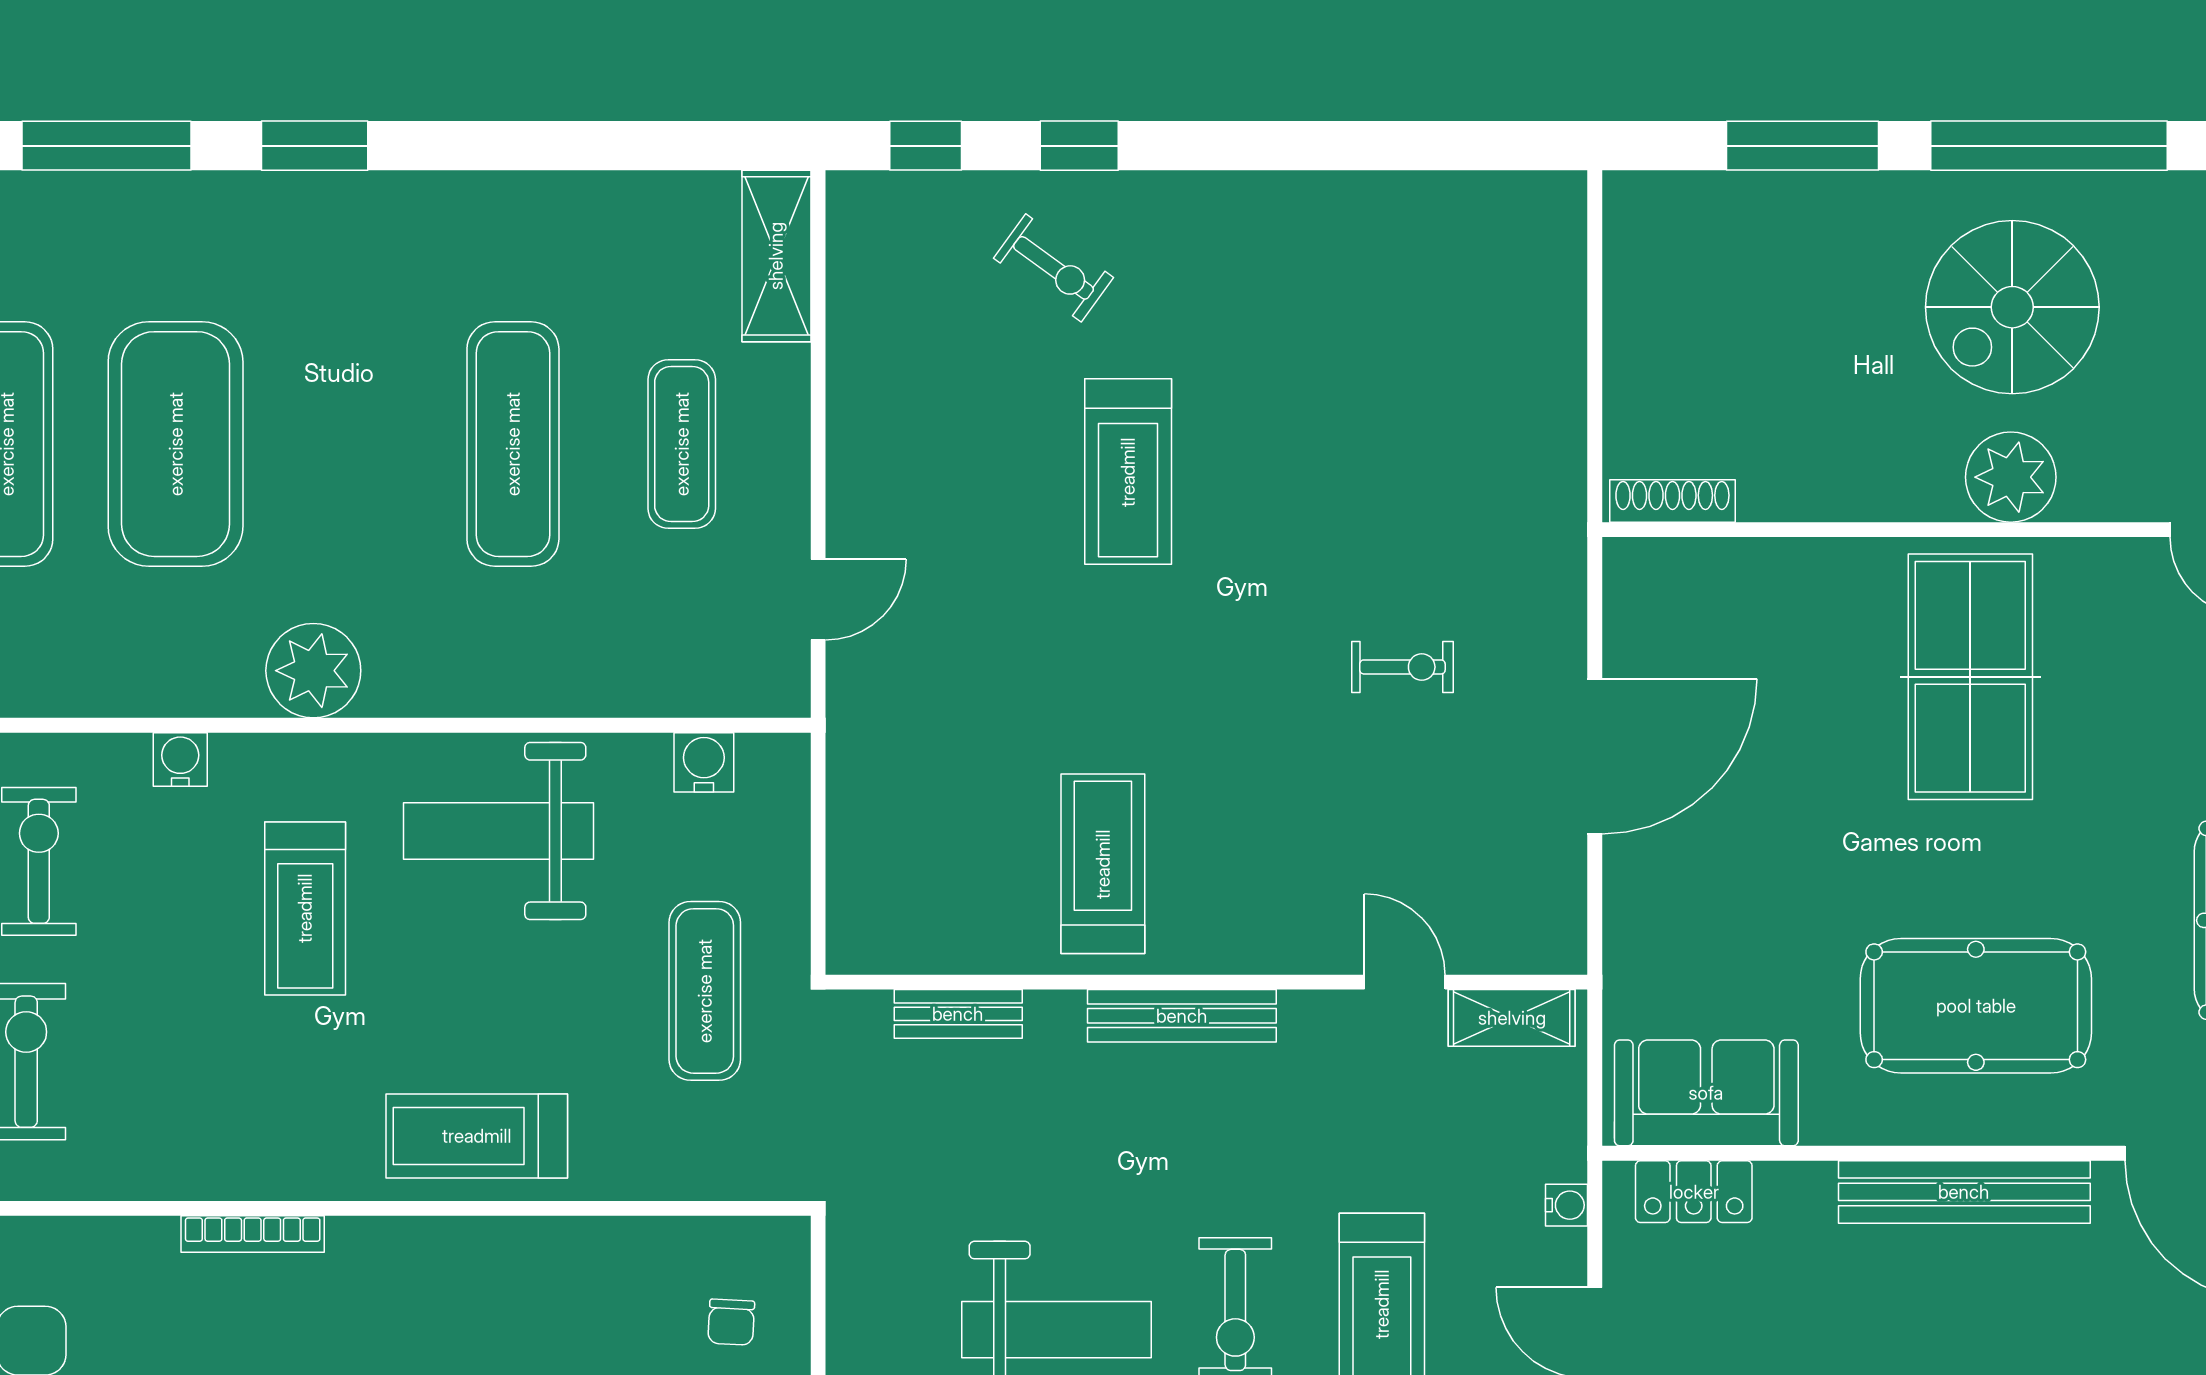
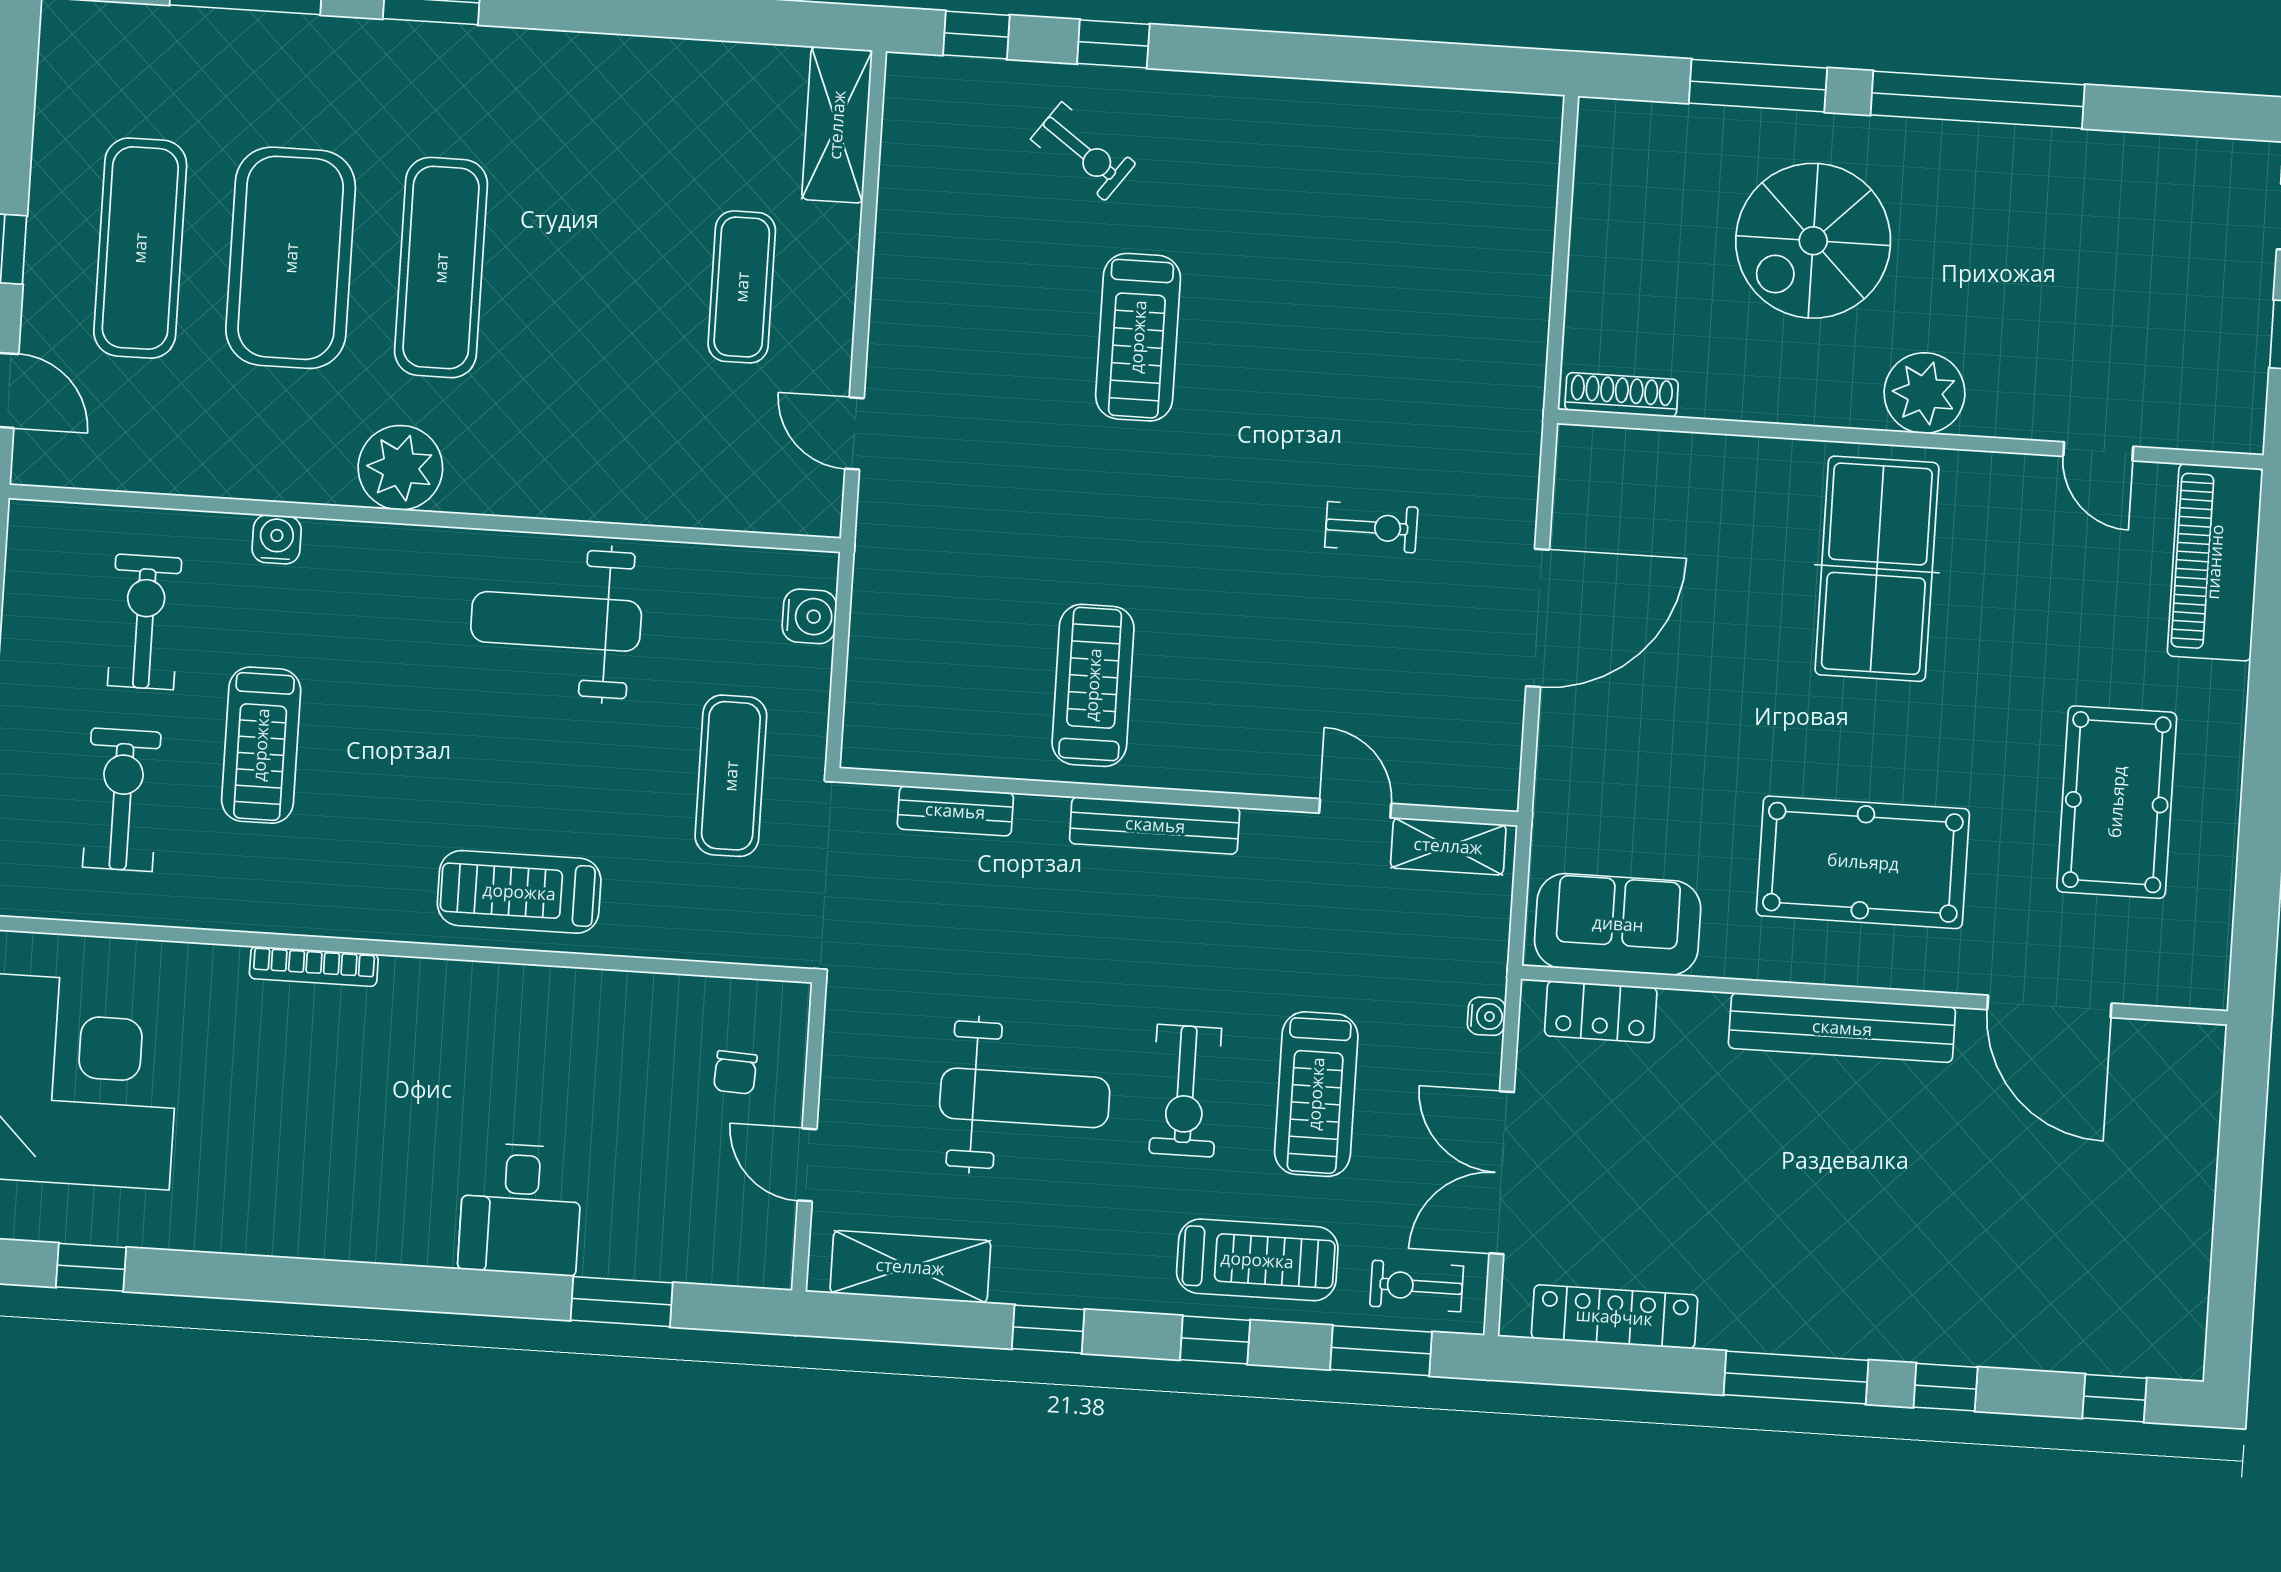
spiral stairs: (2012, 307) -> (1813, 241), moved
exercise mat: (513, 444) -> (441, 268), moved
door: (818, 600) -> (854, 433), swing flipped
water cooler: (704, 762) -> (809, 616), moved, turned 90
treadmill: (305, 908) -> (261, 745), moved

